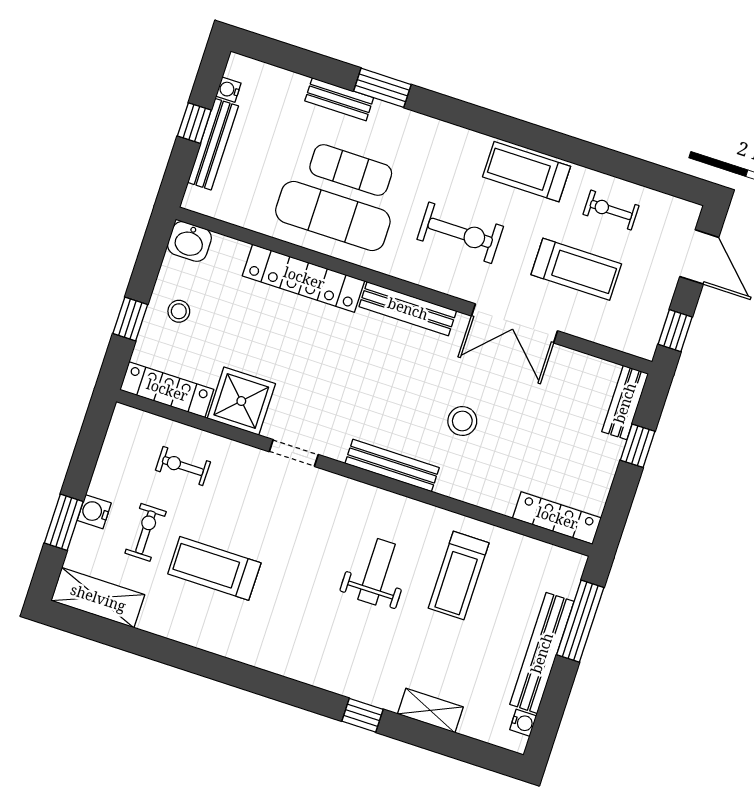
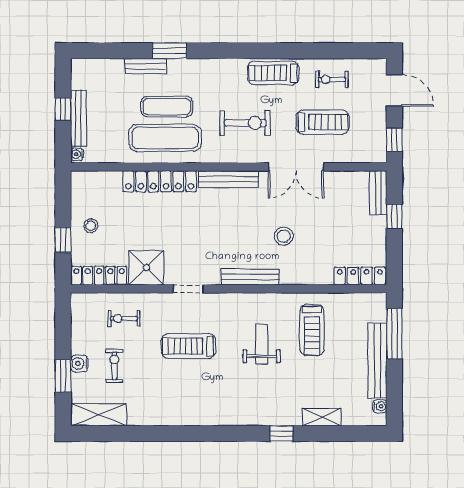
water cooler: (228, 90) -> (77, 154), moved
washbasin: (189, 241) -> (84, 182), removed
treadmill: (214, 568) -> (188, 346), moved

